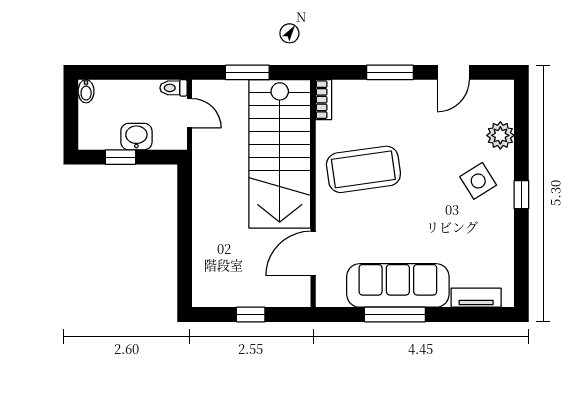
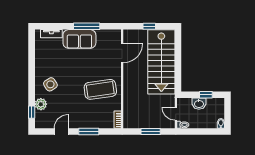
stairs: (280, 154) -> (161, 62), moved, turned 180
window: (521, 195) -> (32, 112), moved
sofa: (398, 285) -> (79, 39), width x0.73

